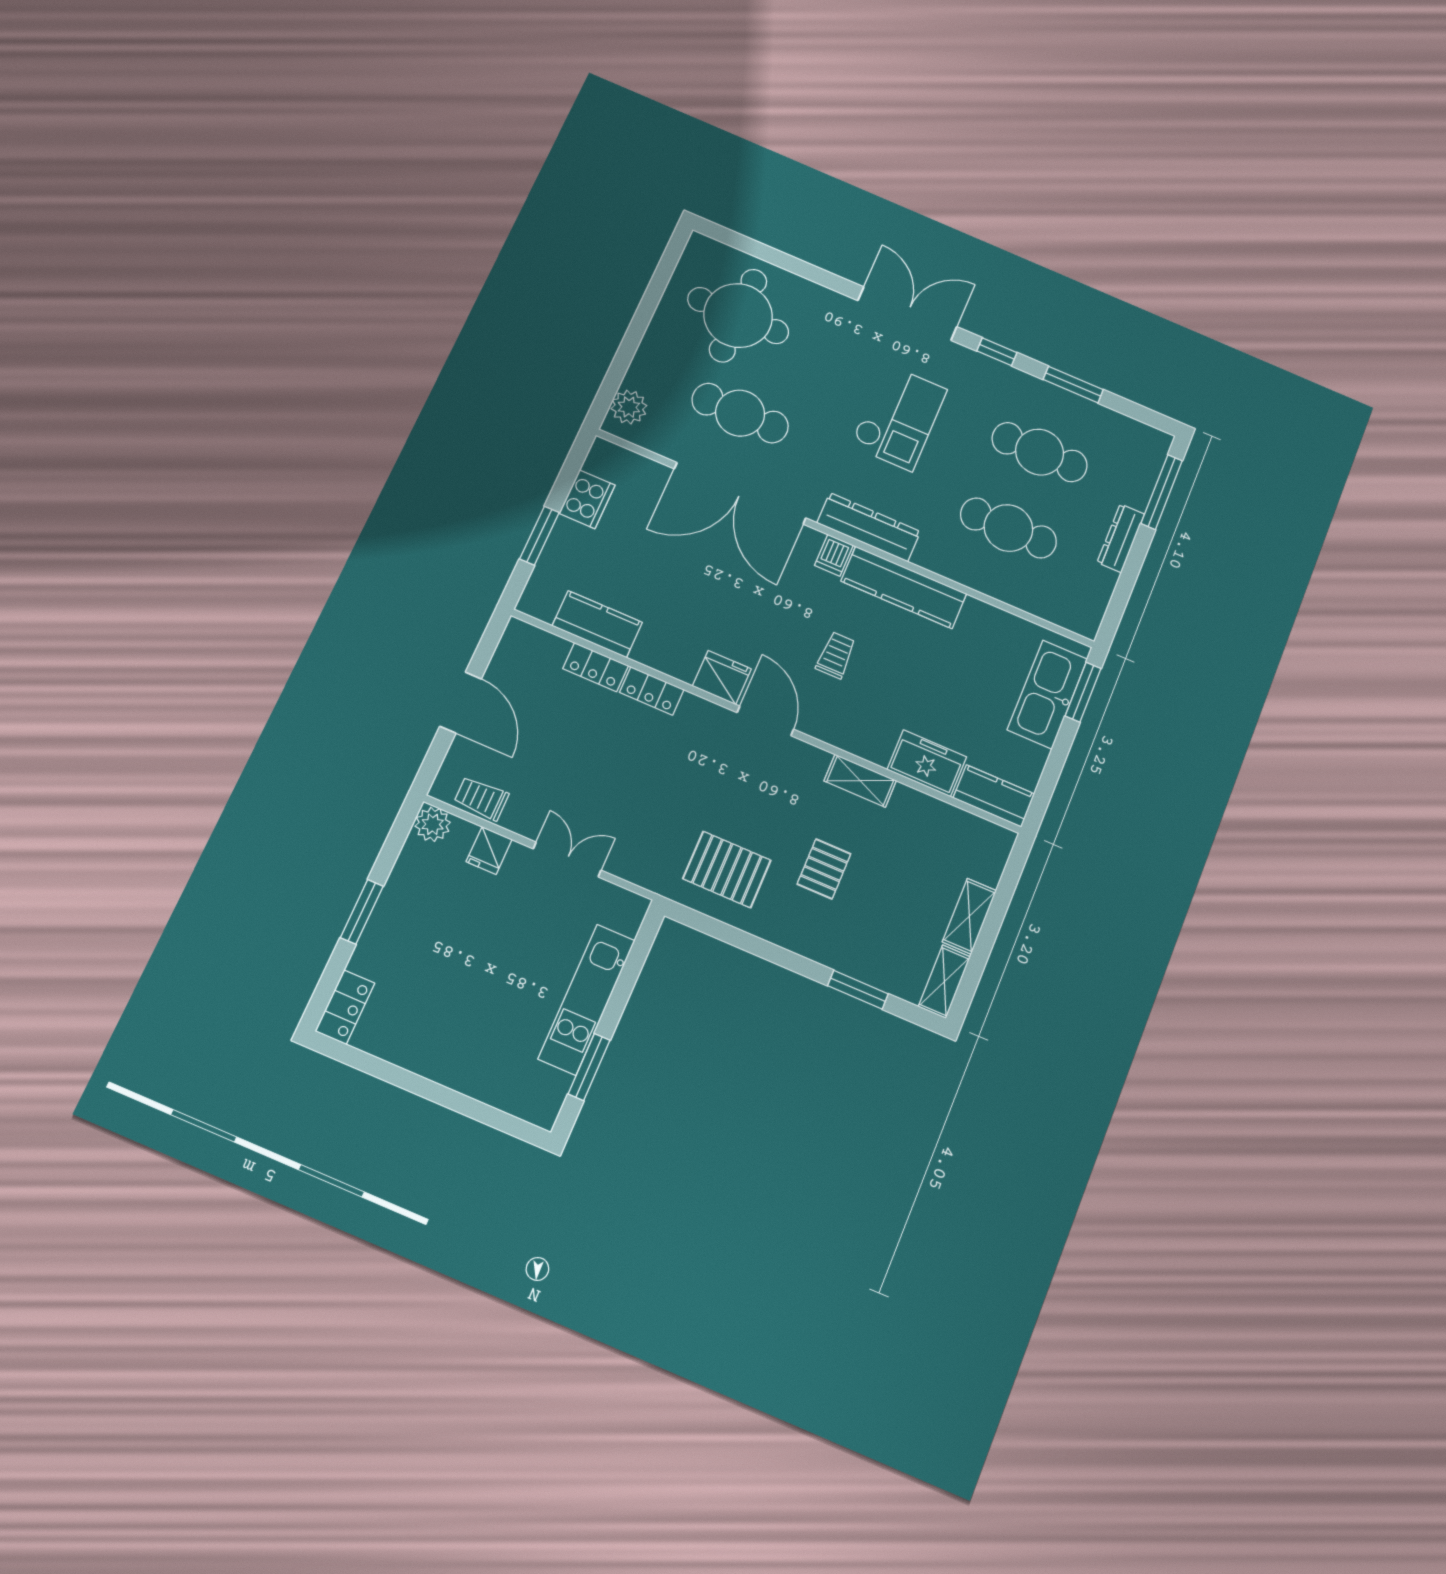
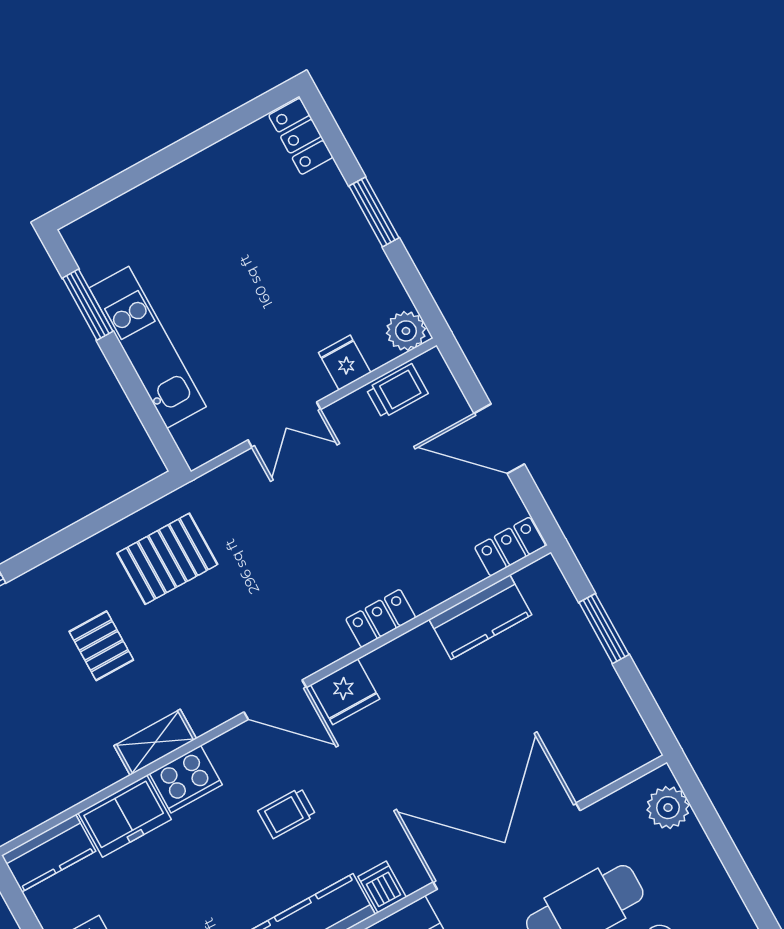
cooker: (587, 499) -> (186, 779), moved, turned -90
trolley: (836, 655) -> (287, 813), turned 90
locker: (596, 667) -> (510, 547), moved

